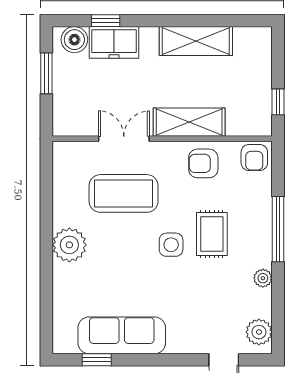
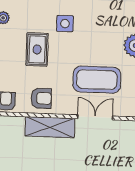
double door: (124, 139) -> (95, 117), swing flipped
side table: (171, 245) -> (65, 24), moved

